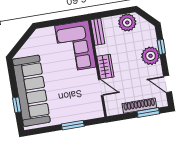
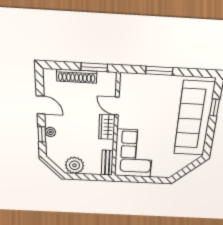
plant: (151, 56) -> (50, 132), width x0.53, depth x0.53
door: (167, 84) -> (41, 105), moved
window: (148, 112) -> (94, 67), moved

